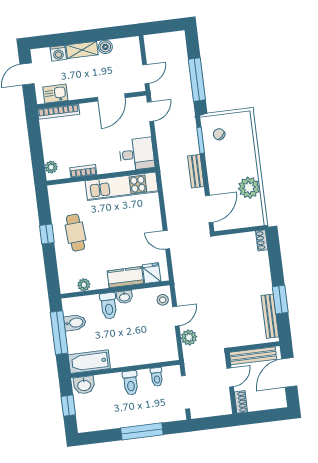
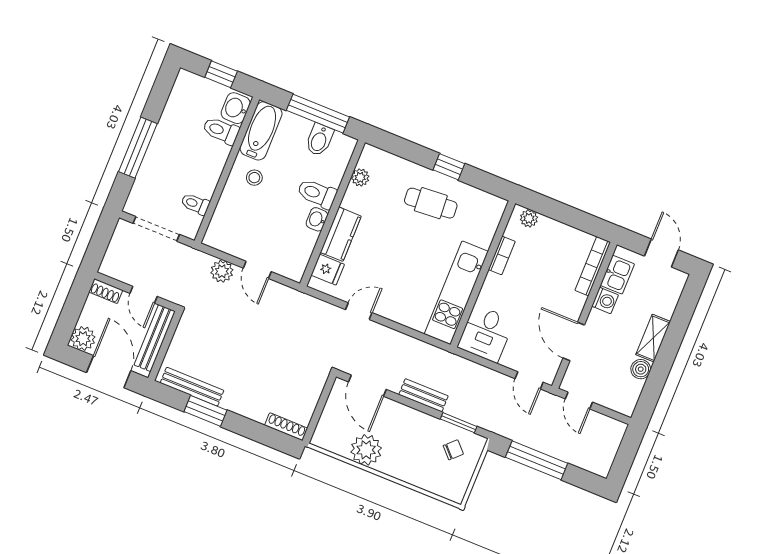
washing machine: (58, 53) -> (605, 301), moved, turned 180
shoe rack: (262, 240) -> (286, 427), width x1.43
stool: (163, 300) -> (254, 178), moved
toilet: (131, 383) -> (221, 131), moved
plant: (278, 400) -> (83, 339), added

